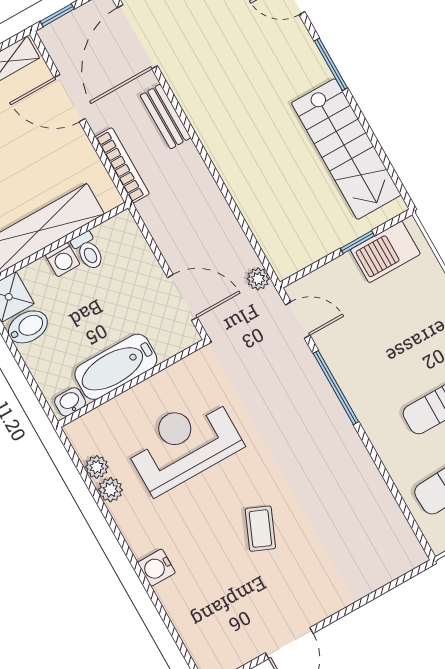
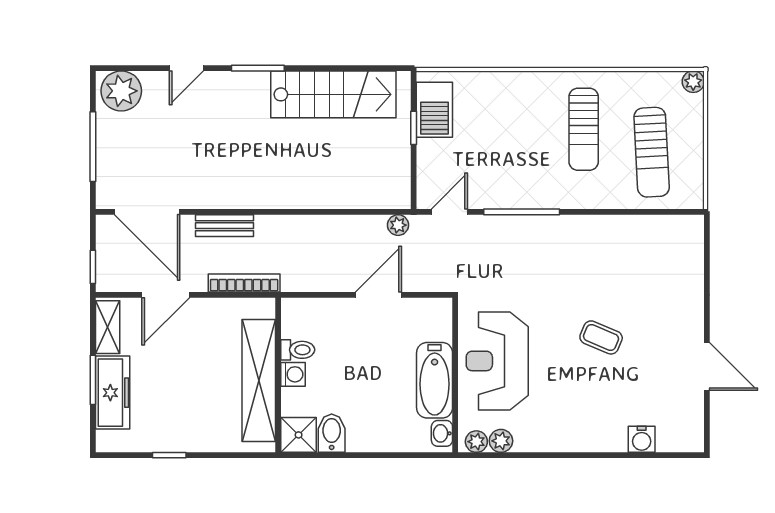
bathtub: (116, 367) -> (435, 380), moved
wall: (132, 383) -> (455, 375), moved
washbasin: (70, 402) -> (442, 433), moved
water cooler: (156, 568) -> (642, 439), moved

